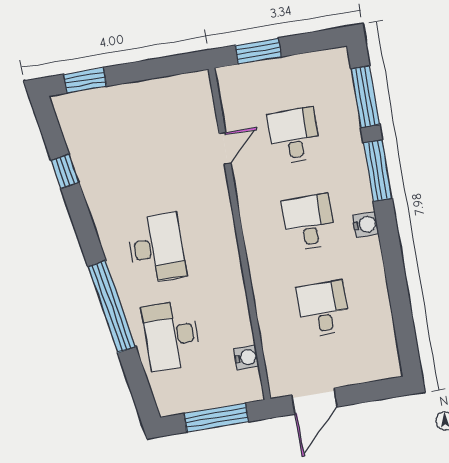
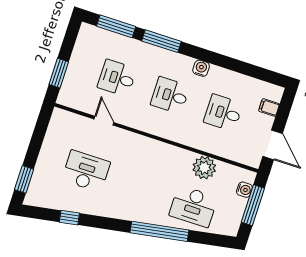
water cooler: (366, 225) -> (201, 68), moved
desk: (157, 248) -> (86, 171), moved
plant: (233, 322) -> (204, 168), added
water cooler: (246, 357) -> (244, 190), moved, turned 90
filing cabinet: (364, 369) -> (269, 107), added

